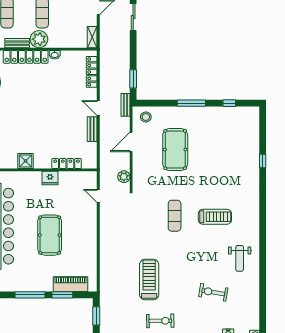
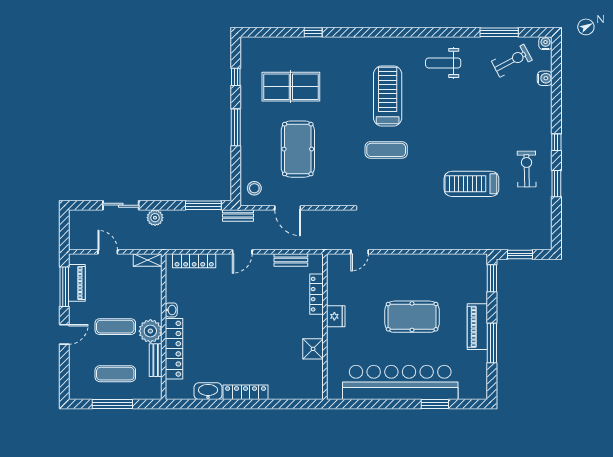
window: (133, 79) -> (203, 205), width x1.44
bench: (92, 129) -> (291, 260), moved
table tennis table: (222, 144) -> (291, 87), added
pool table: (175, 150) -> (298, 149), turned 90
plant: (124, 177) -> (155, 218), moved
treadmill: (215, 217) -> (388, 96), width x1.37, depth x1.38
weight bench: (240, 258) -> (443, 63), turned 180
piano: (71, 284) -> (477, 327), moved
exercise bike: (213, 292) -> (512, 61), moved, turned -128
window: (62, 295) -> (492, 278), moved
window: (263, 300) -> (499, 32), added

